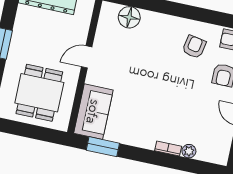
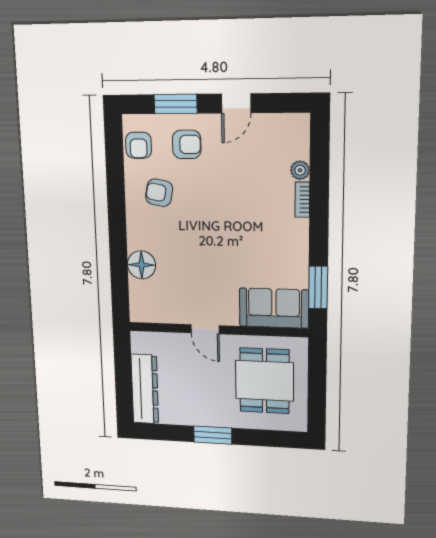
floor lamp: (129, 17) -> (141, 265), moved
dining table: (39, 93) -> (264, 381), turned 90

